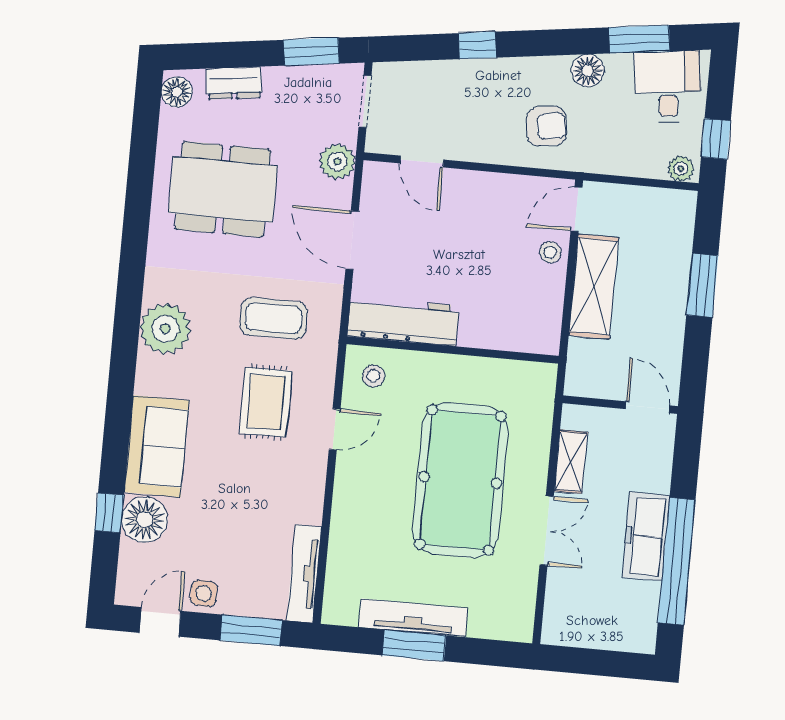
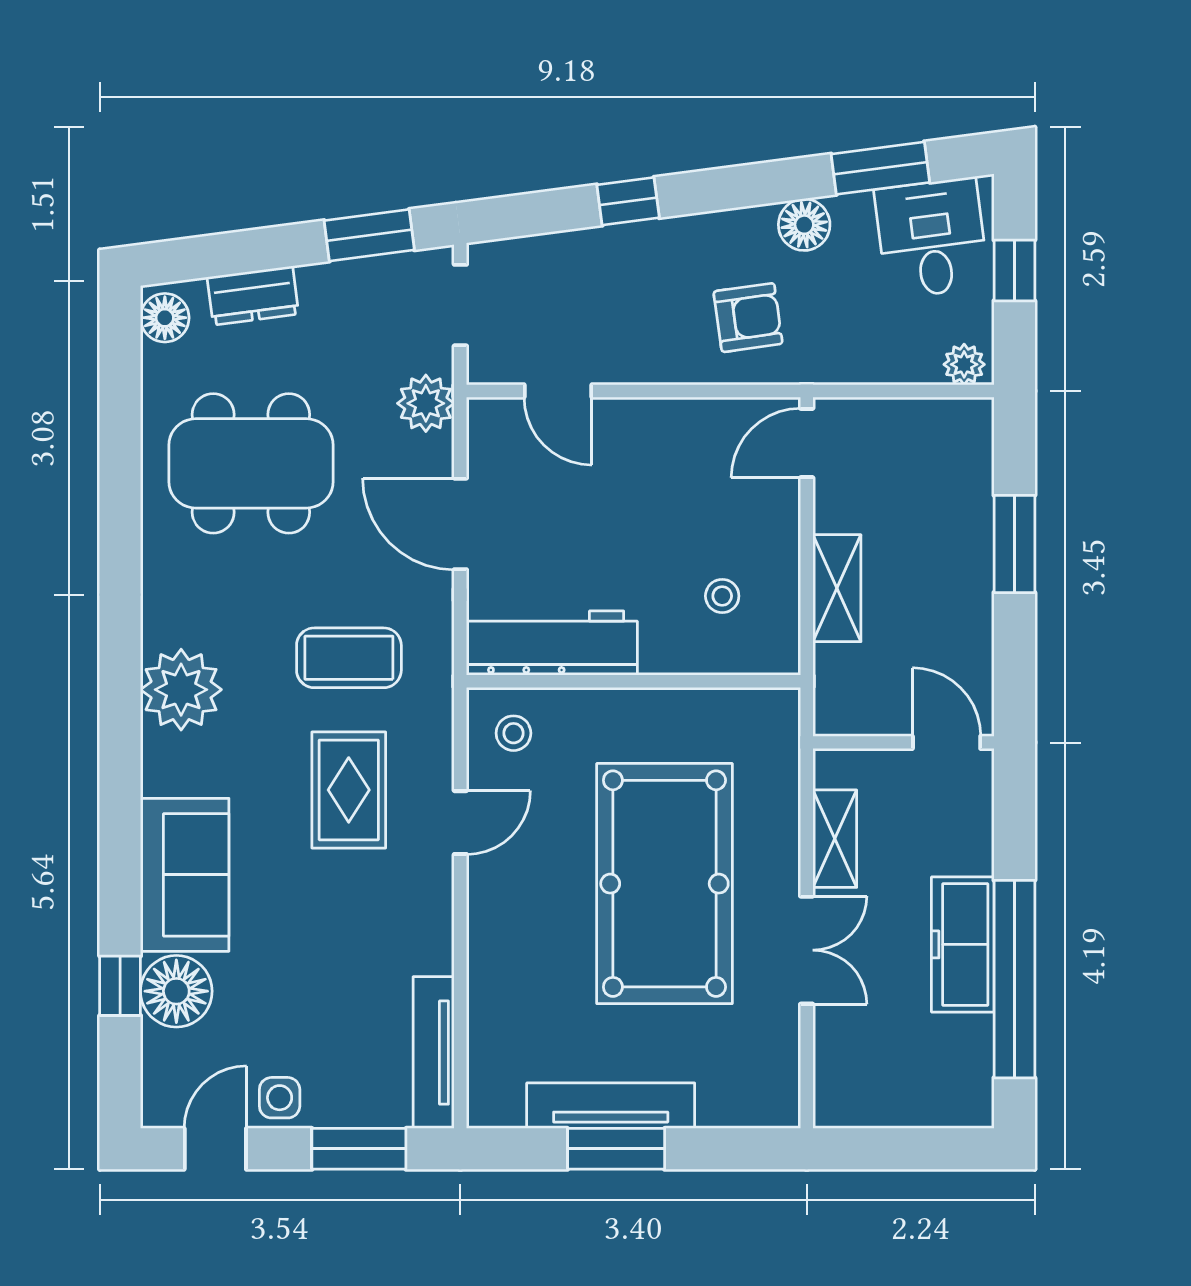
window: (716, 139) -> (1014, 270), moved
stool: (550, 252) -> (722, 596), moved
shelving: (594, 286) -> (837, 588), width x0.67, depth x0.75

